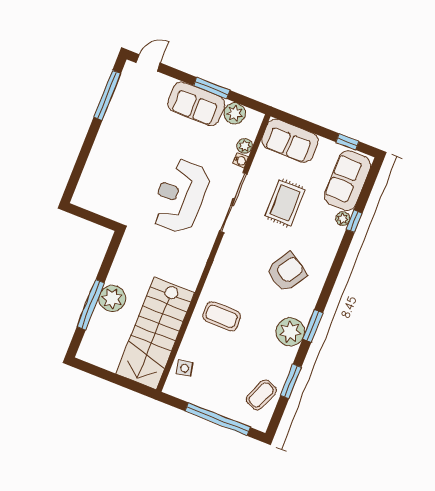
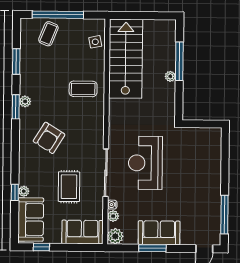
plant: (235, 113) -> (115, 236), moved
reception desk: (180, 196) -> (145, 163), turned 180
plant: (112, 298) -> (170, 76), width x0.53, depth x0.53
plant: (290, 332) -> (25, 101), width x0.53, depth x0.53
coffee table: (261, 395) -> (48, 34), moved

